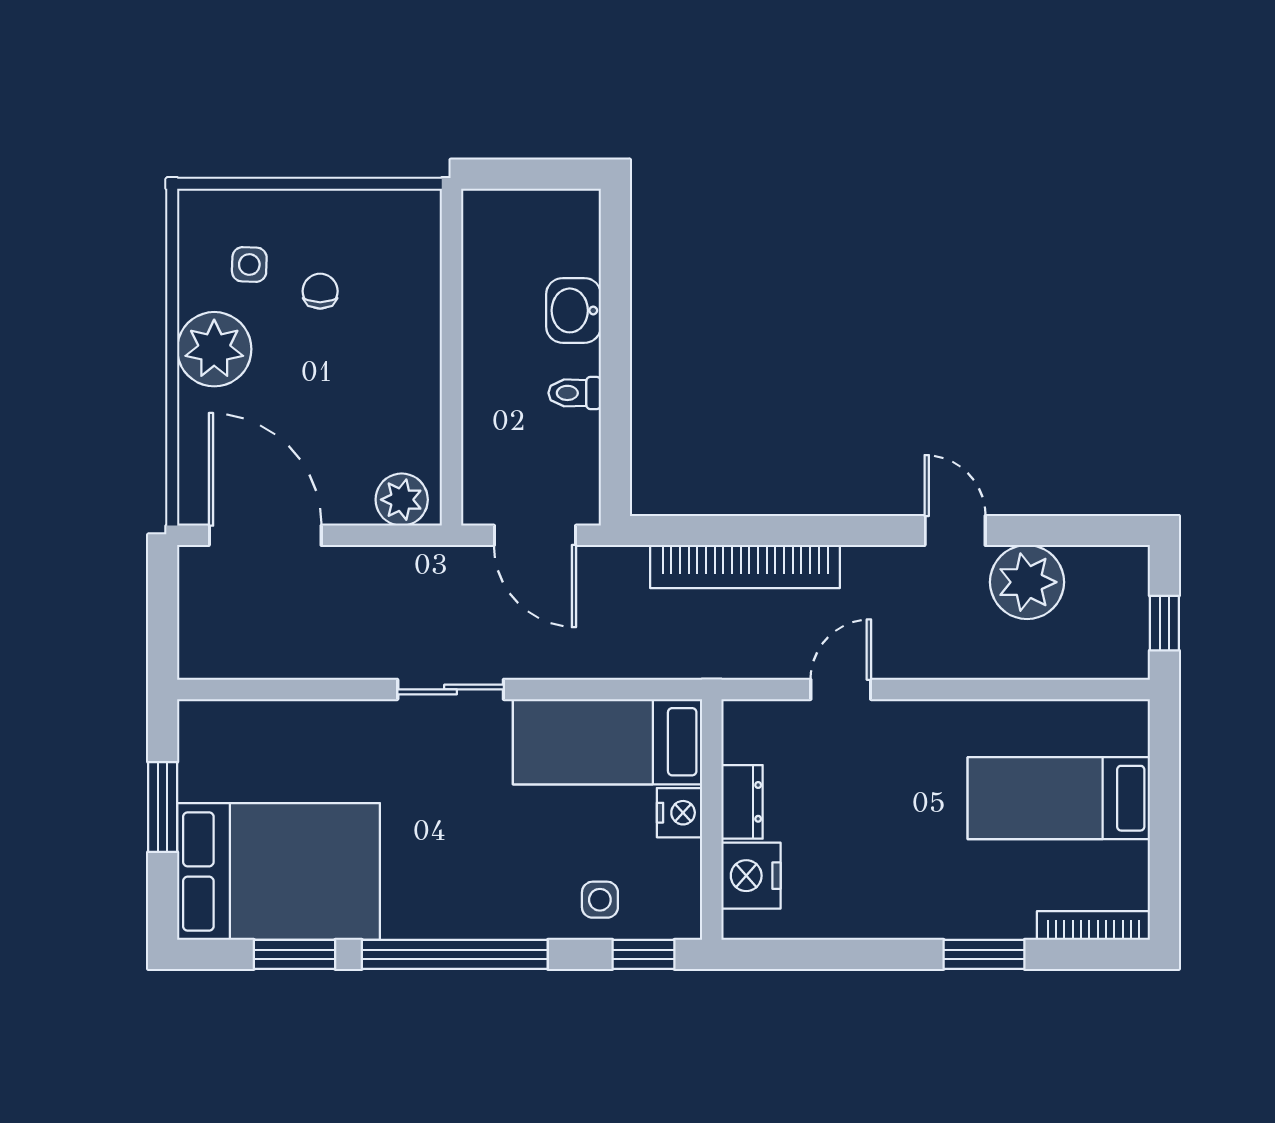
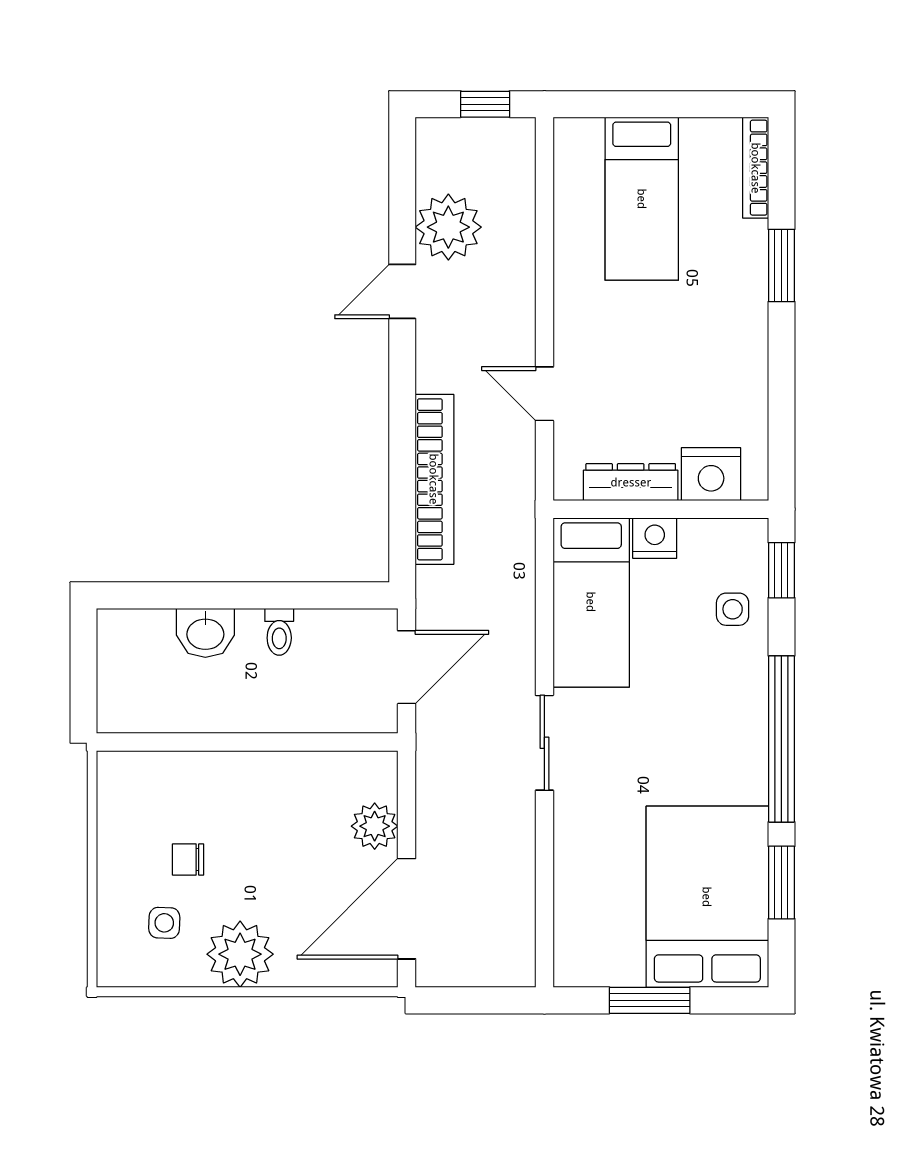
plant: (402, 500) -> (375, 826), moved
dresser: (742, 802) -> (631, 482), width x1.44

